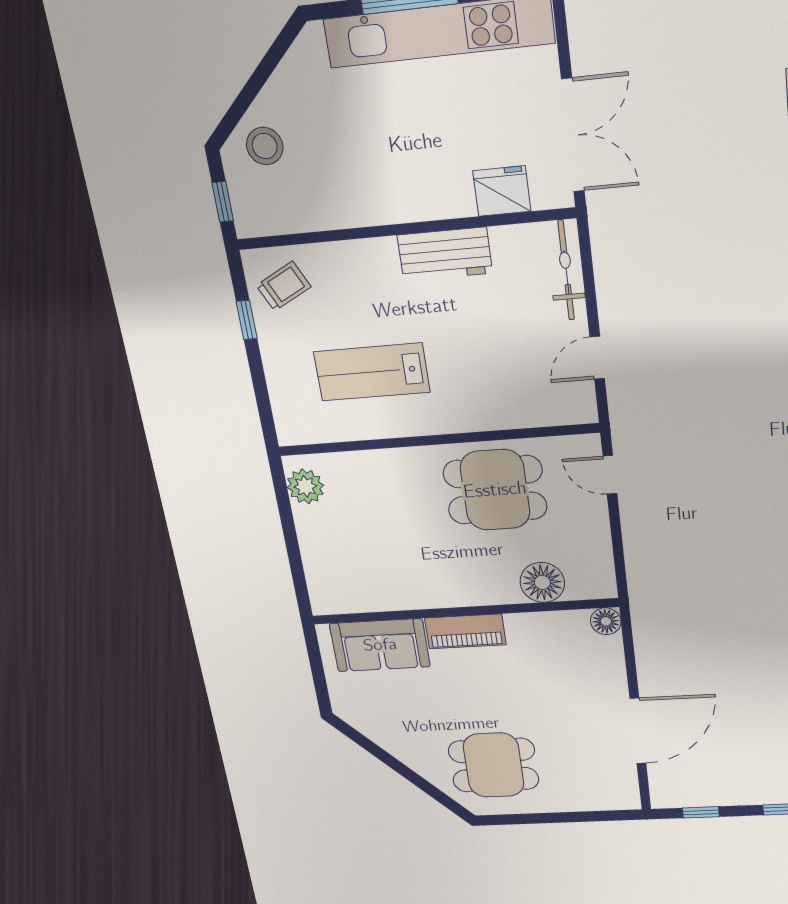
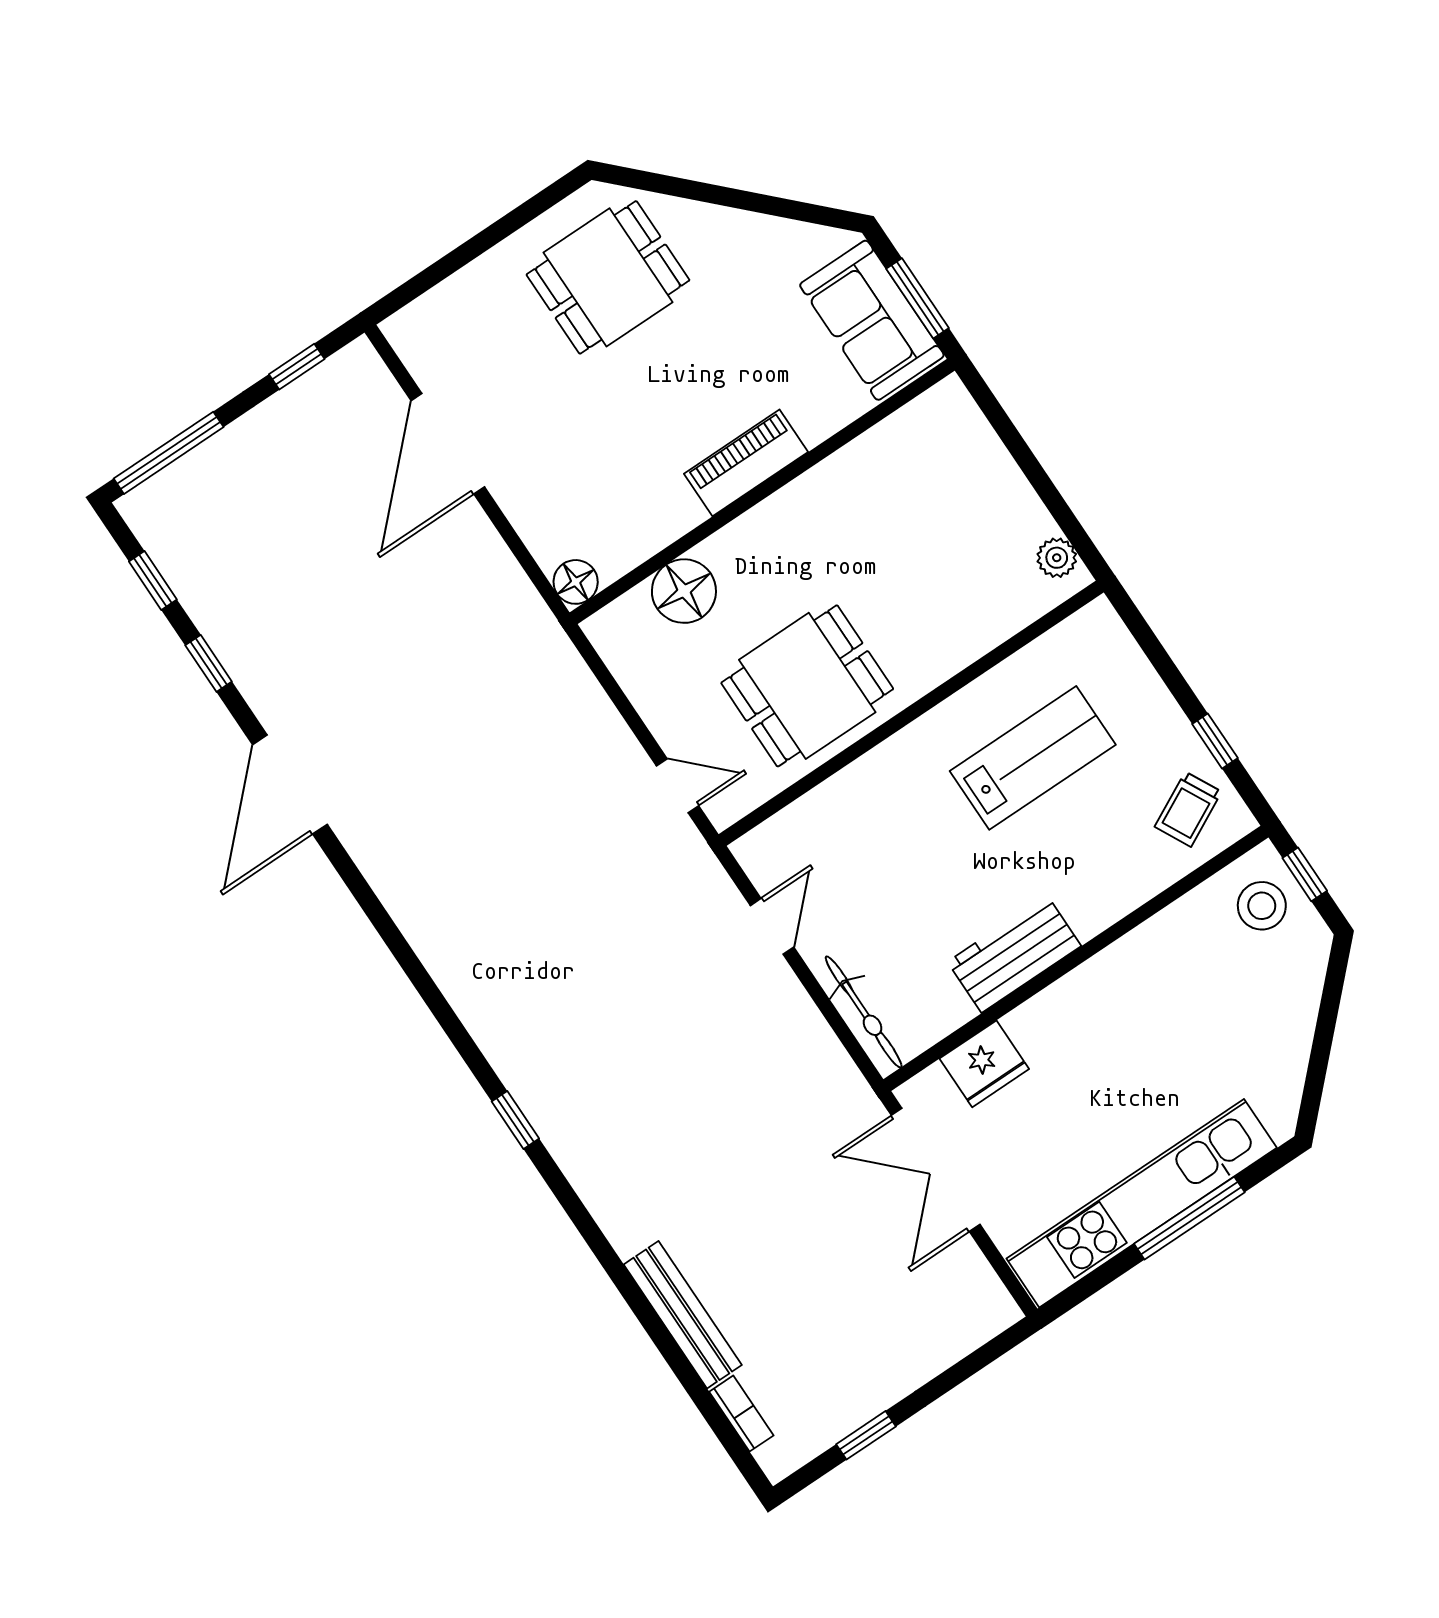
stool: (265, 146) -> (1262, 906), moved
plant: (305, 486) -> (1057, 558), width x0.73, depth x0.73
sofa: (380, 645) -> (872, 320), moved, turned -90
window: (316, 664) -> (918, 298), added

